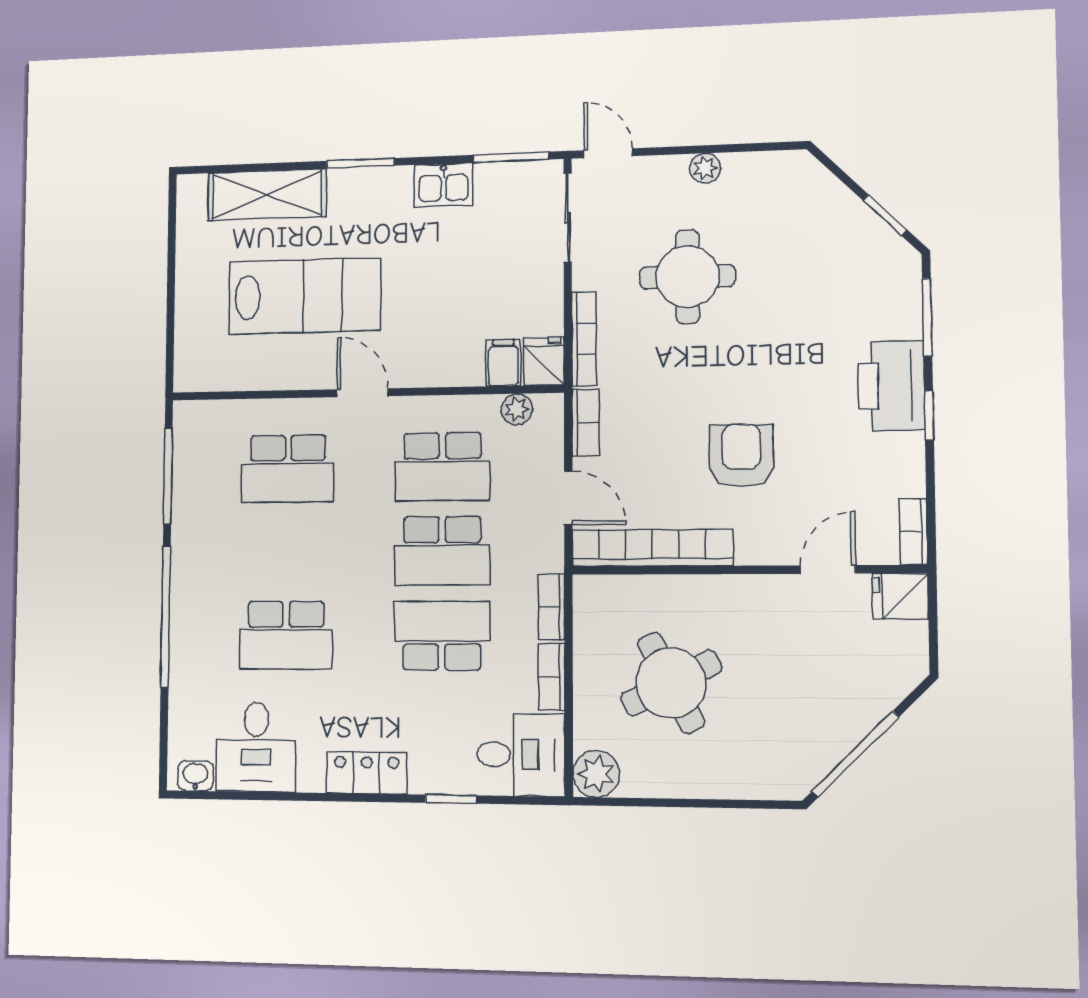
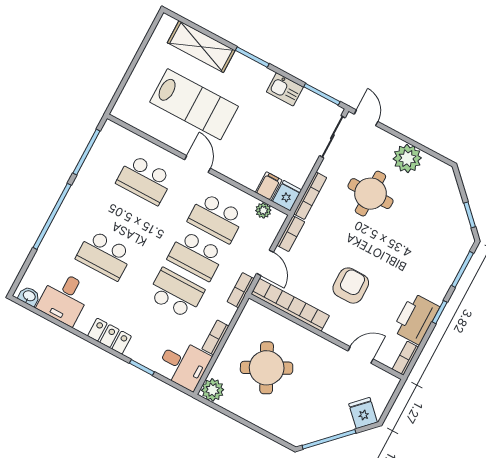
plant: (705, 168) -> (407, 158), width x1.88, depth x1.88
printer: (891, 386) -> (416, 319), moved
fridge: (900, 596) -> (363, 413), moved, turned 45
bookcase: (551, 607) -> (241, 290), moved

